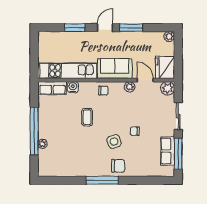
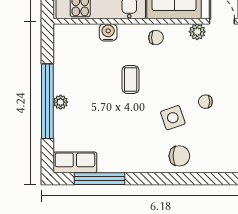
row of seats: (52, 88) -> (75, 162), moved, turned 180
plant: (43, 144) -> (61, 102), moved
window: (102, 180) -> (99, 179), moved

